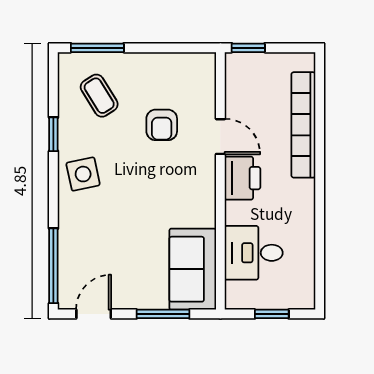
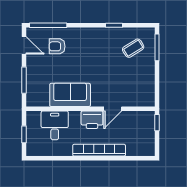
armchair: (162, 125) -> (57, 46), moved
bookcase: (303, 125) -> (99, 150), moved
side table: (83, 174) -> (94, 40), removed
sofa: (193, 269) -> (70, 95), moved

